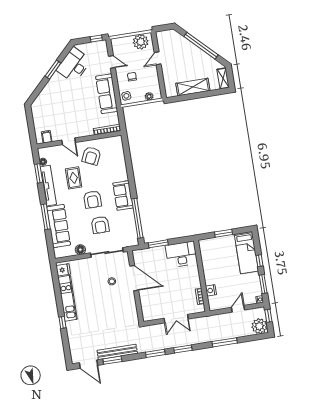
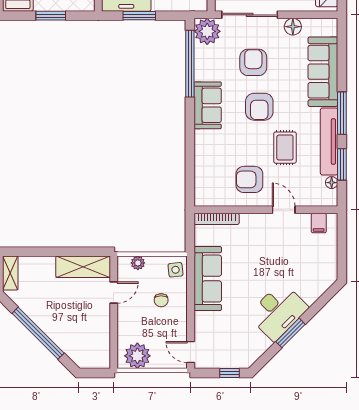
window: (96, 39) -> (230, 373), moved
door: (158, 58) -> (114, 293), moved
door: (112, 62) -> (191, 352), moved
desk: (74, 65) -> (278, 311), moved
shelving: (193, 87) -> (83, 267), moved
armchair: (91, 156) -> (249, 179), turned -115
armchair: (92, 199) -> (259, 107), turned 180
window: (46, 217) -> (342, 113), moved
plant: (130, 239) -> (207, 31), added
window: (158, 244) -> (139, 16), moved

